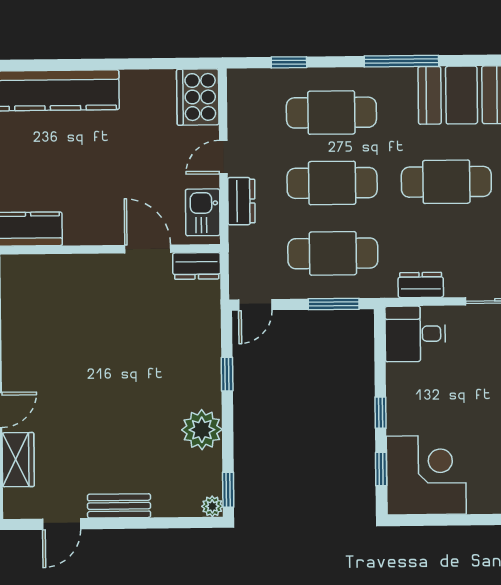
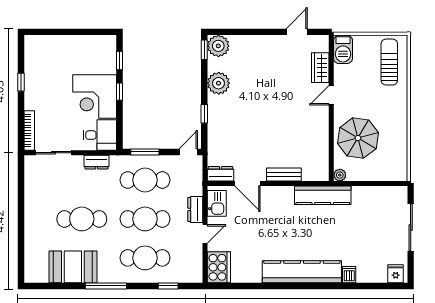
corner desk: (426, 475) -> (95, 97), moved
bench: (119, 506) -> (284, 175), moved
plant: (212, 506) -> (218, 46), width x1.87, depth x1.87

